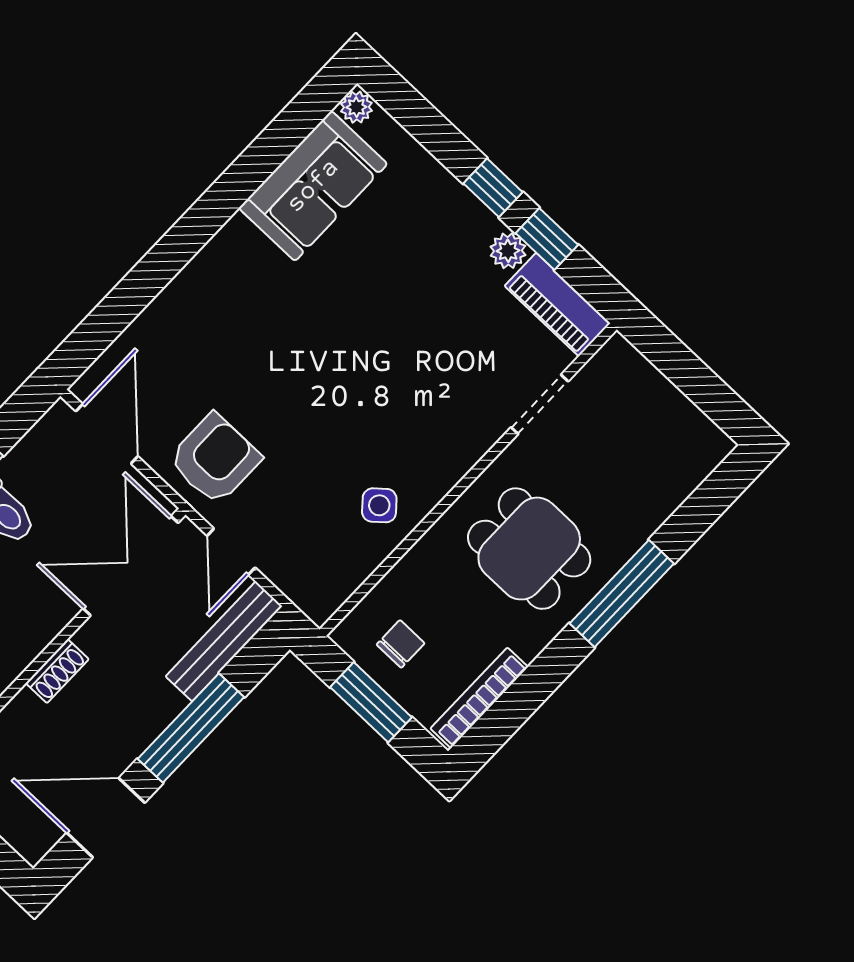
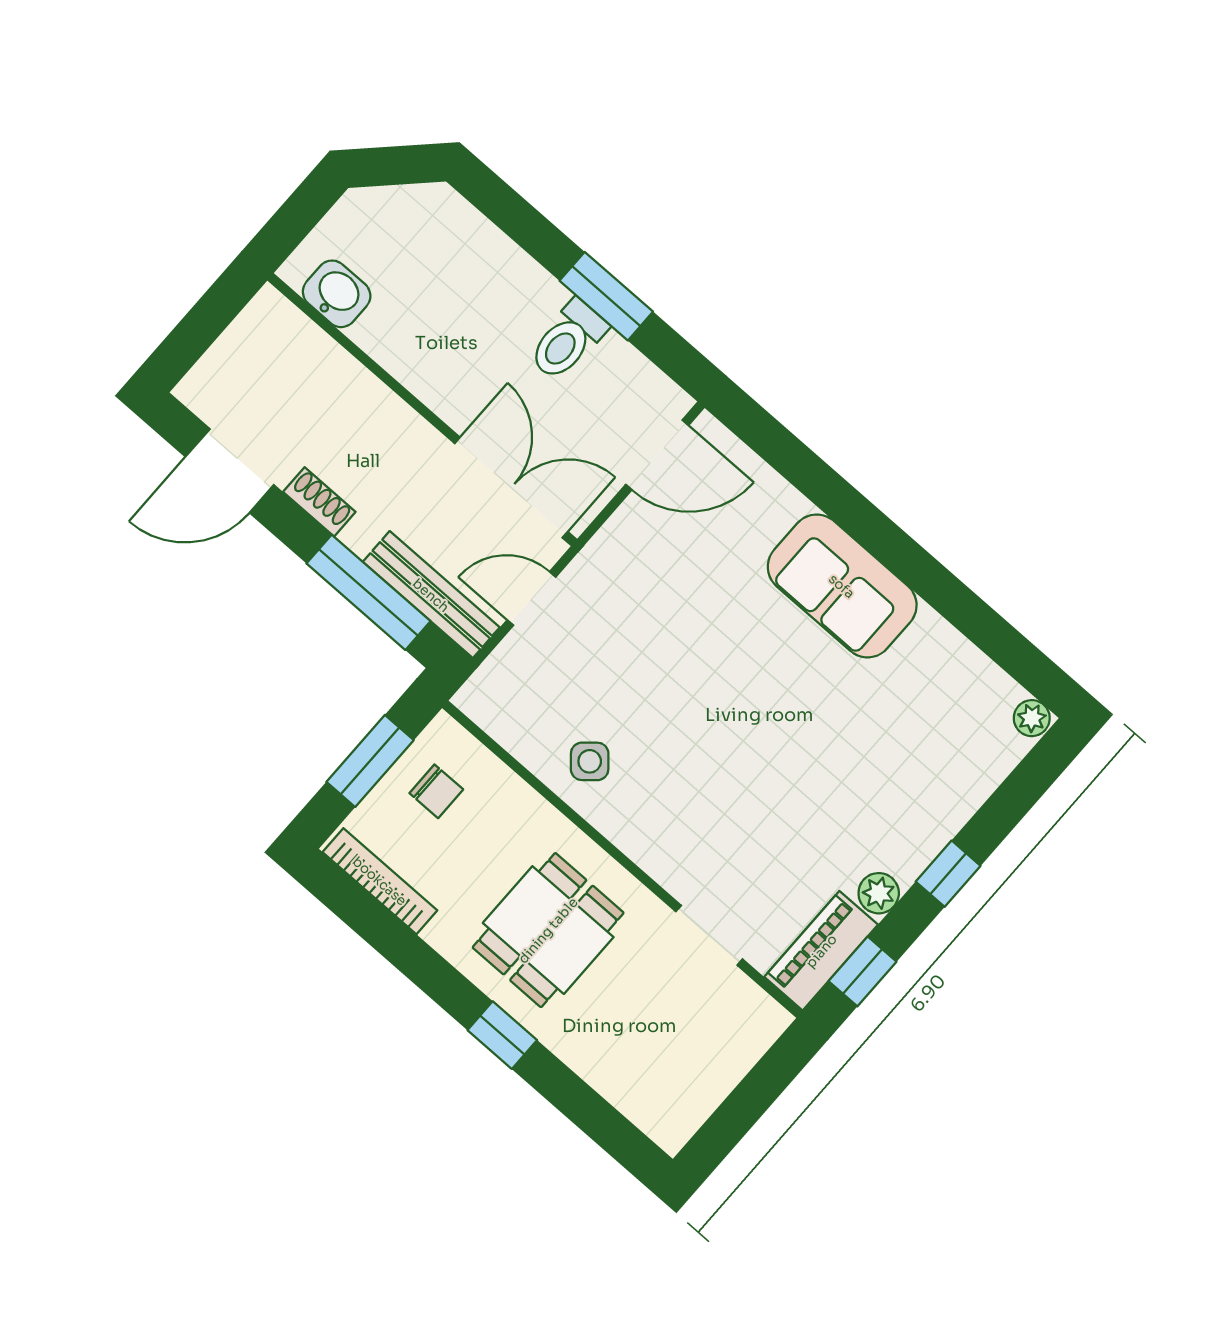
sofa: (313, 186) -> (842, 586), moved
window: (547, 239) -> (863, 971), moved
armchair: (215, 459) -> (634, 576), removed
window: (622, 593) -> (502, 1035), width x0.46
shoe rack: (57, 671) -> (319, 502), moved, turned 180
window: (191, 728) -> (368, 592), moved
door: (106, 818) -> (230, 471), swing flipped

